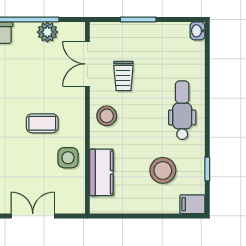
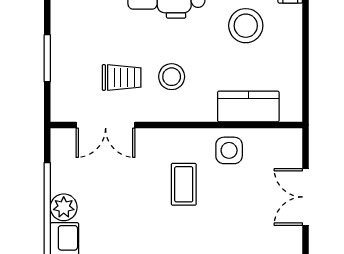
plant: (47, 32) -> (64, 207), moved
stool: (107, 116) -> (172, 77), moved

